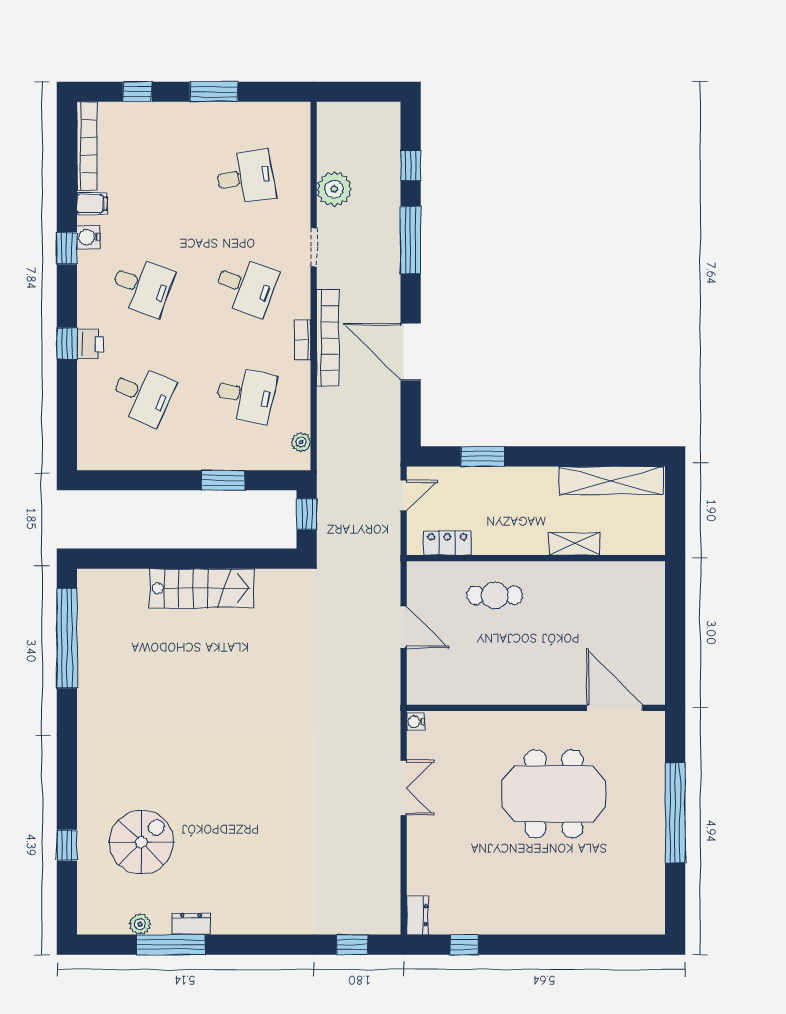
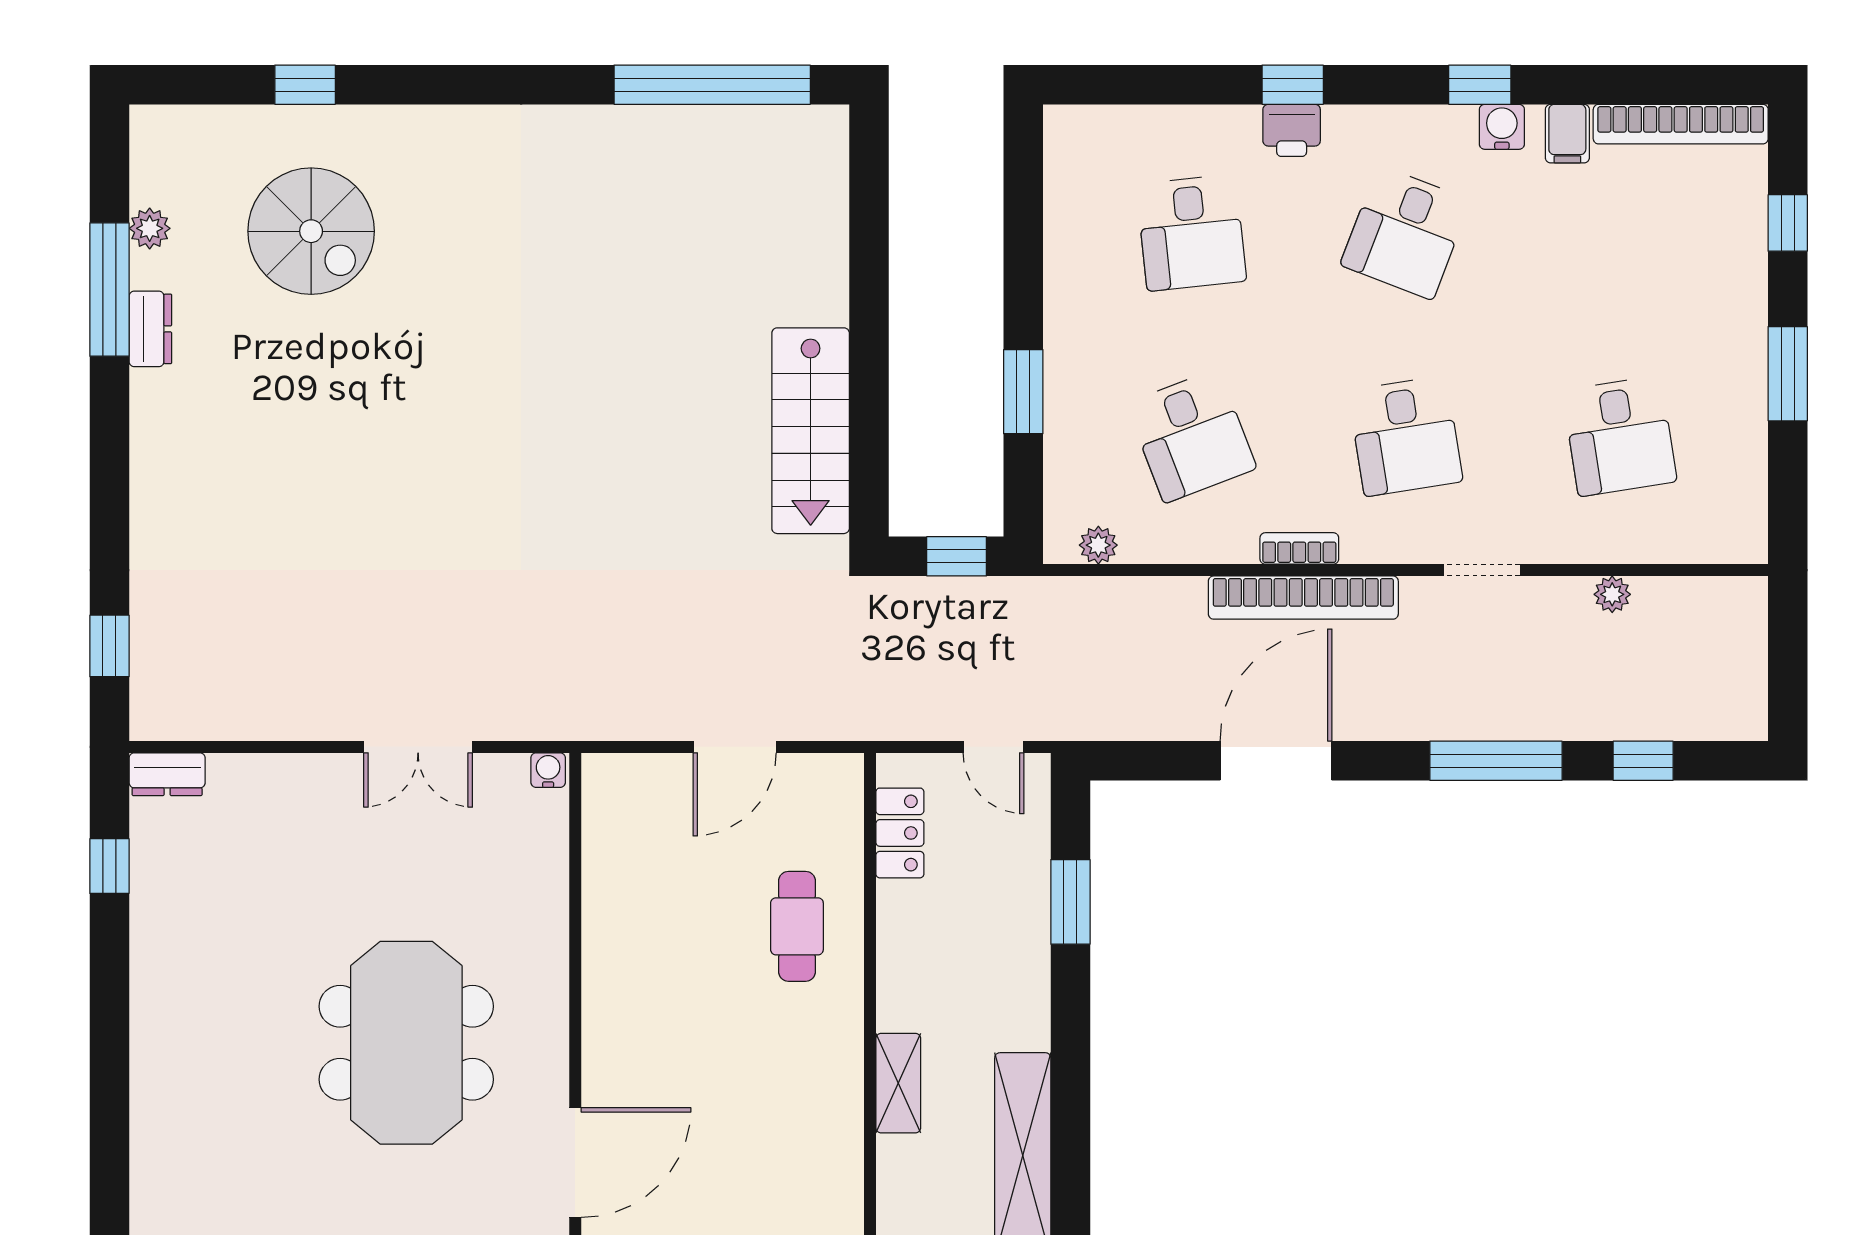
plant: (334, 189) -> (1612, 594), width x0.53, depth x0.53
desk: (245, 286) -> (1405, 436), turned -30
desk: (142, 395) -> (1191, 233), turned -30
desk: (245, 395) -> (1191, 436), turned -33
stairs: (202, 588) -> (811, 431), moved

